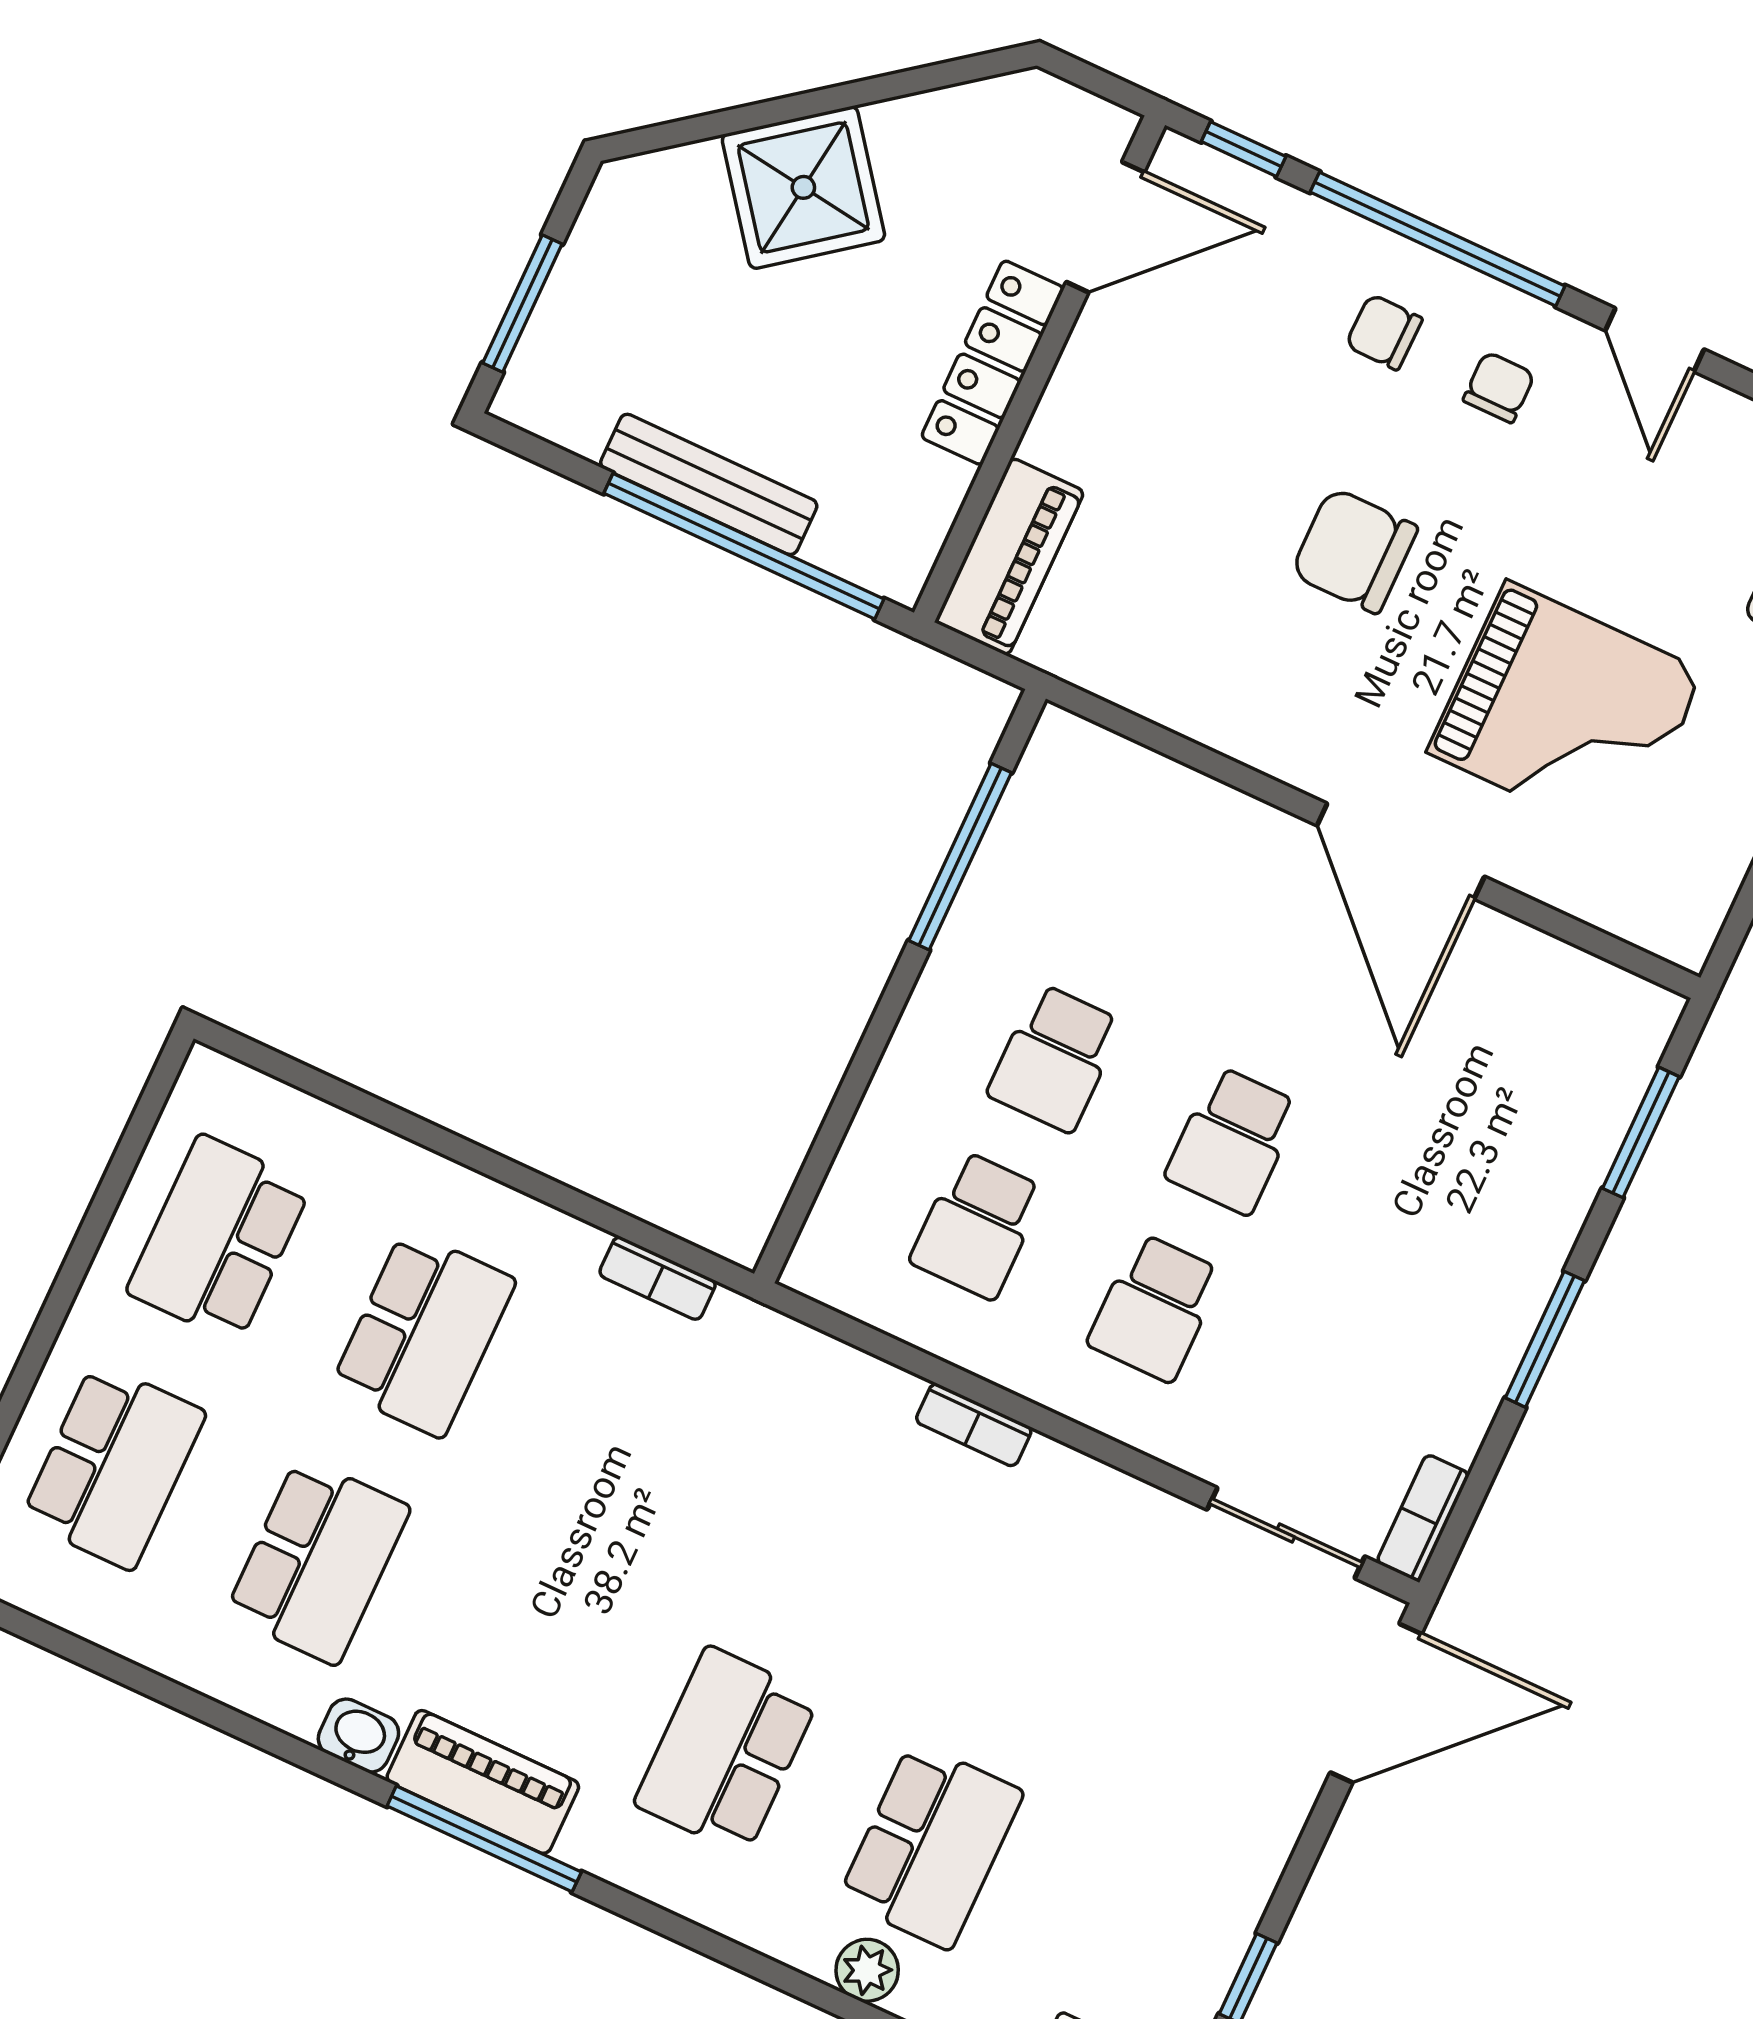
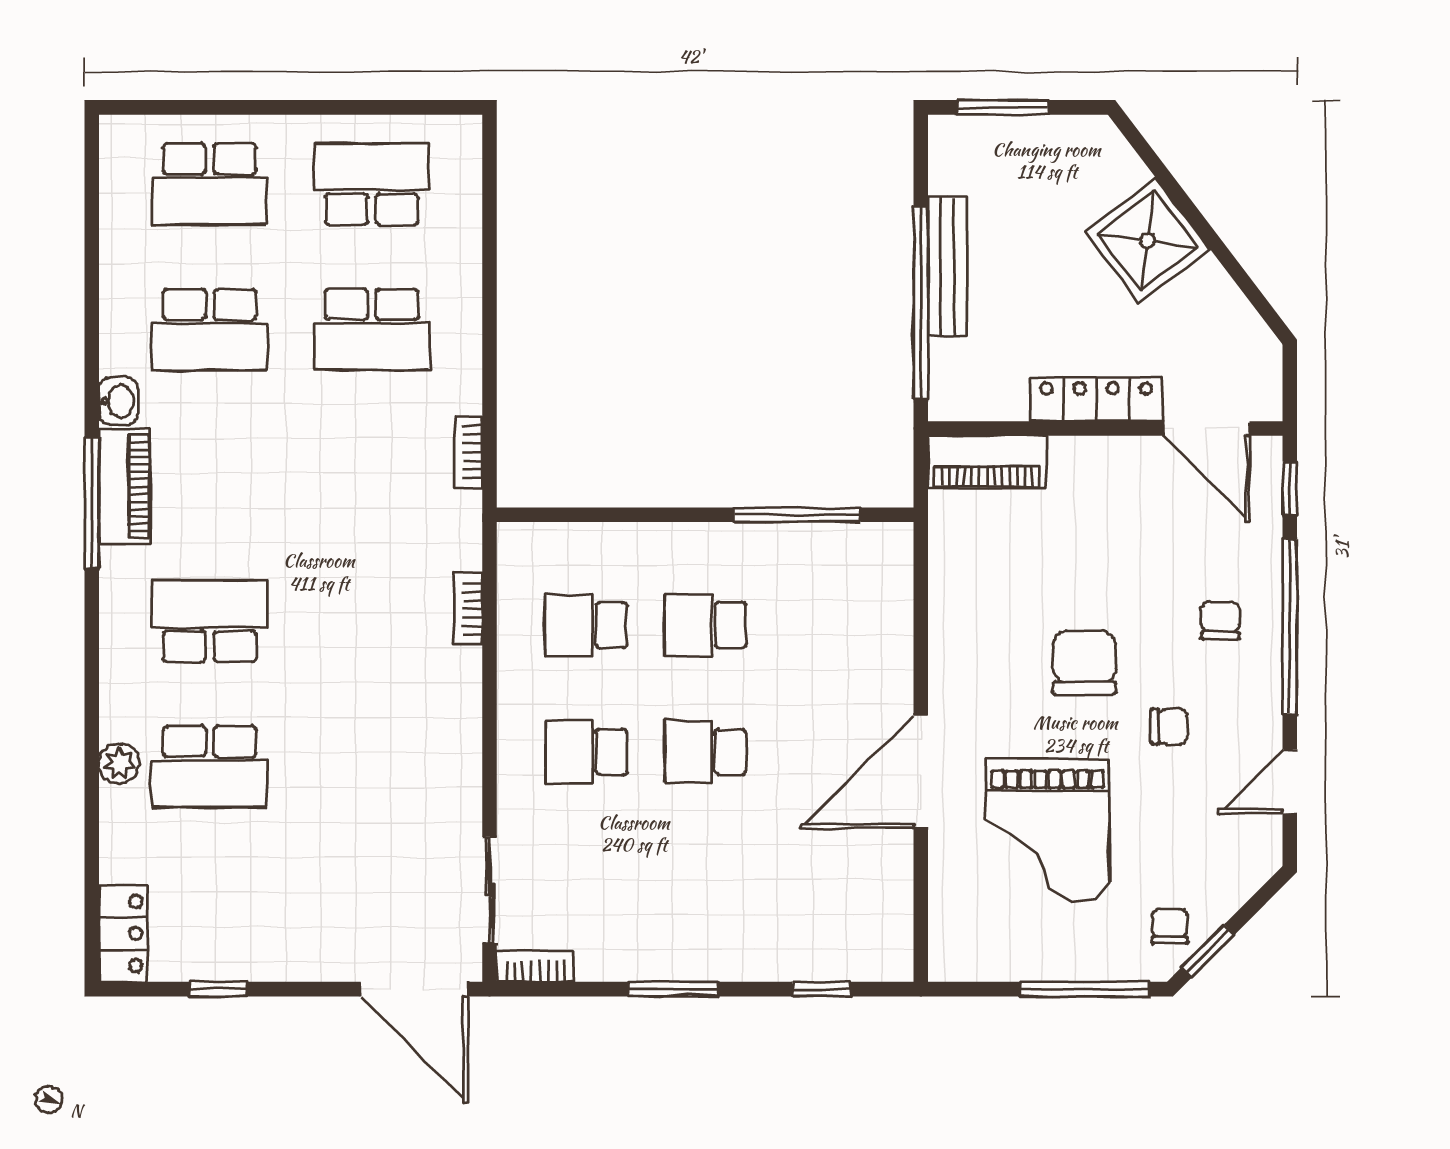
chair: (1499, 387) -> (1169, 726), moved
window: (1641, 1132) -> (821, 989), width x0.67
bookcase: (974, 1425) -> (468, 609), moved

